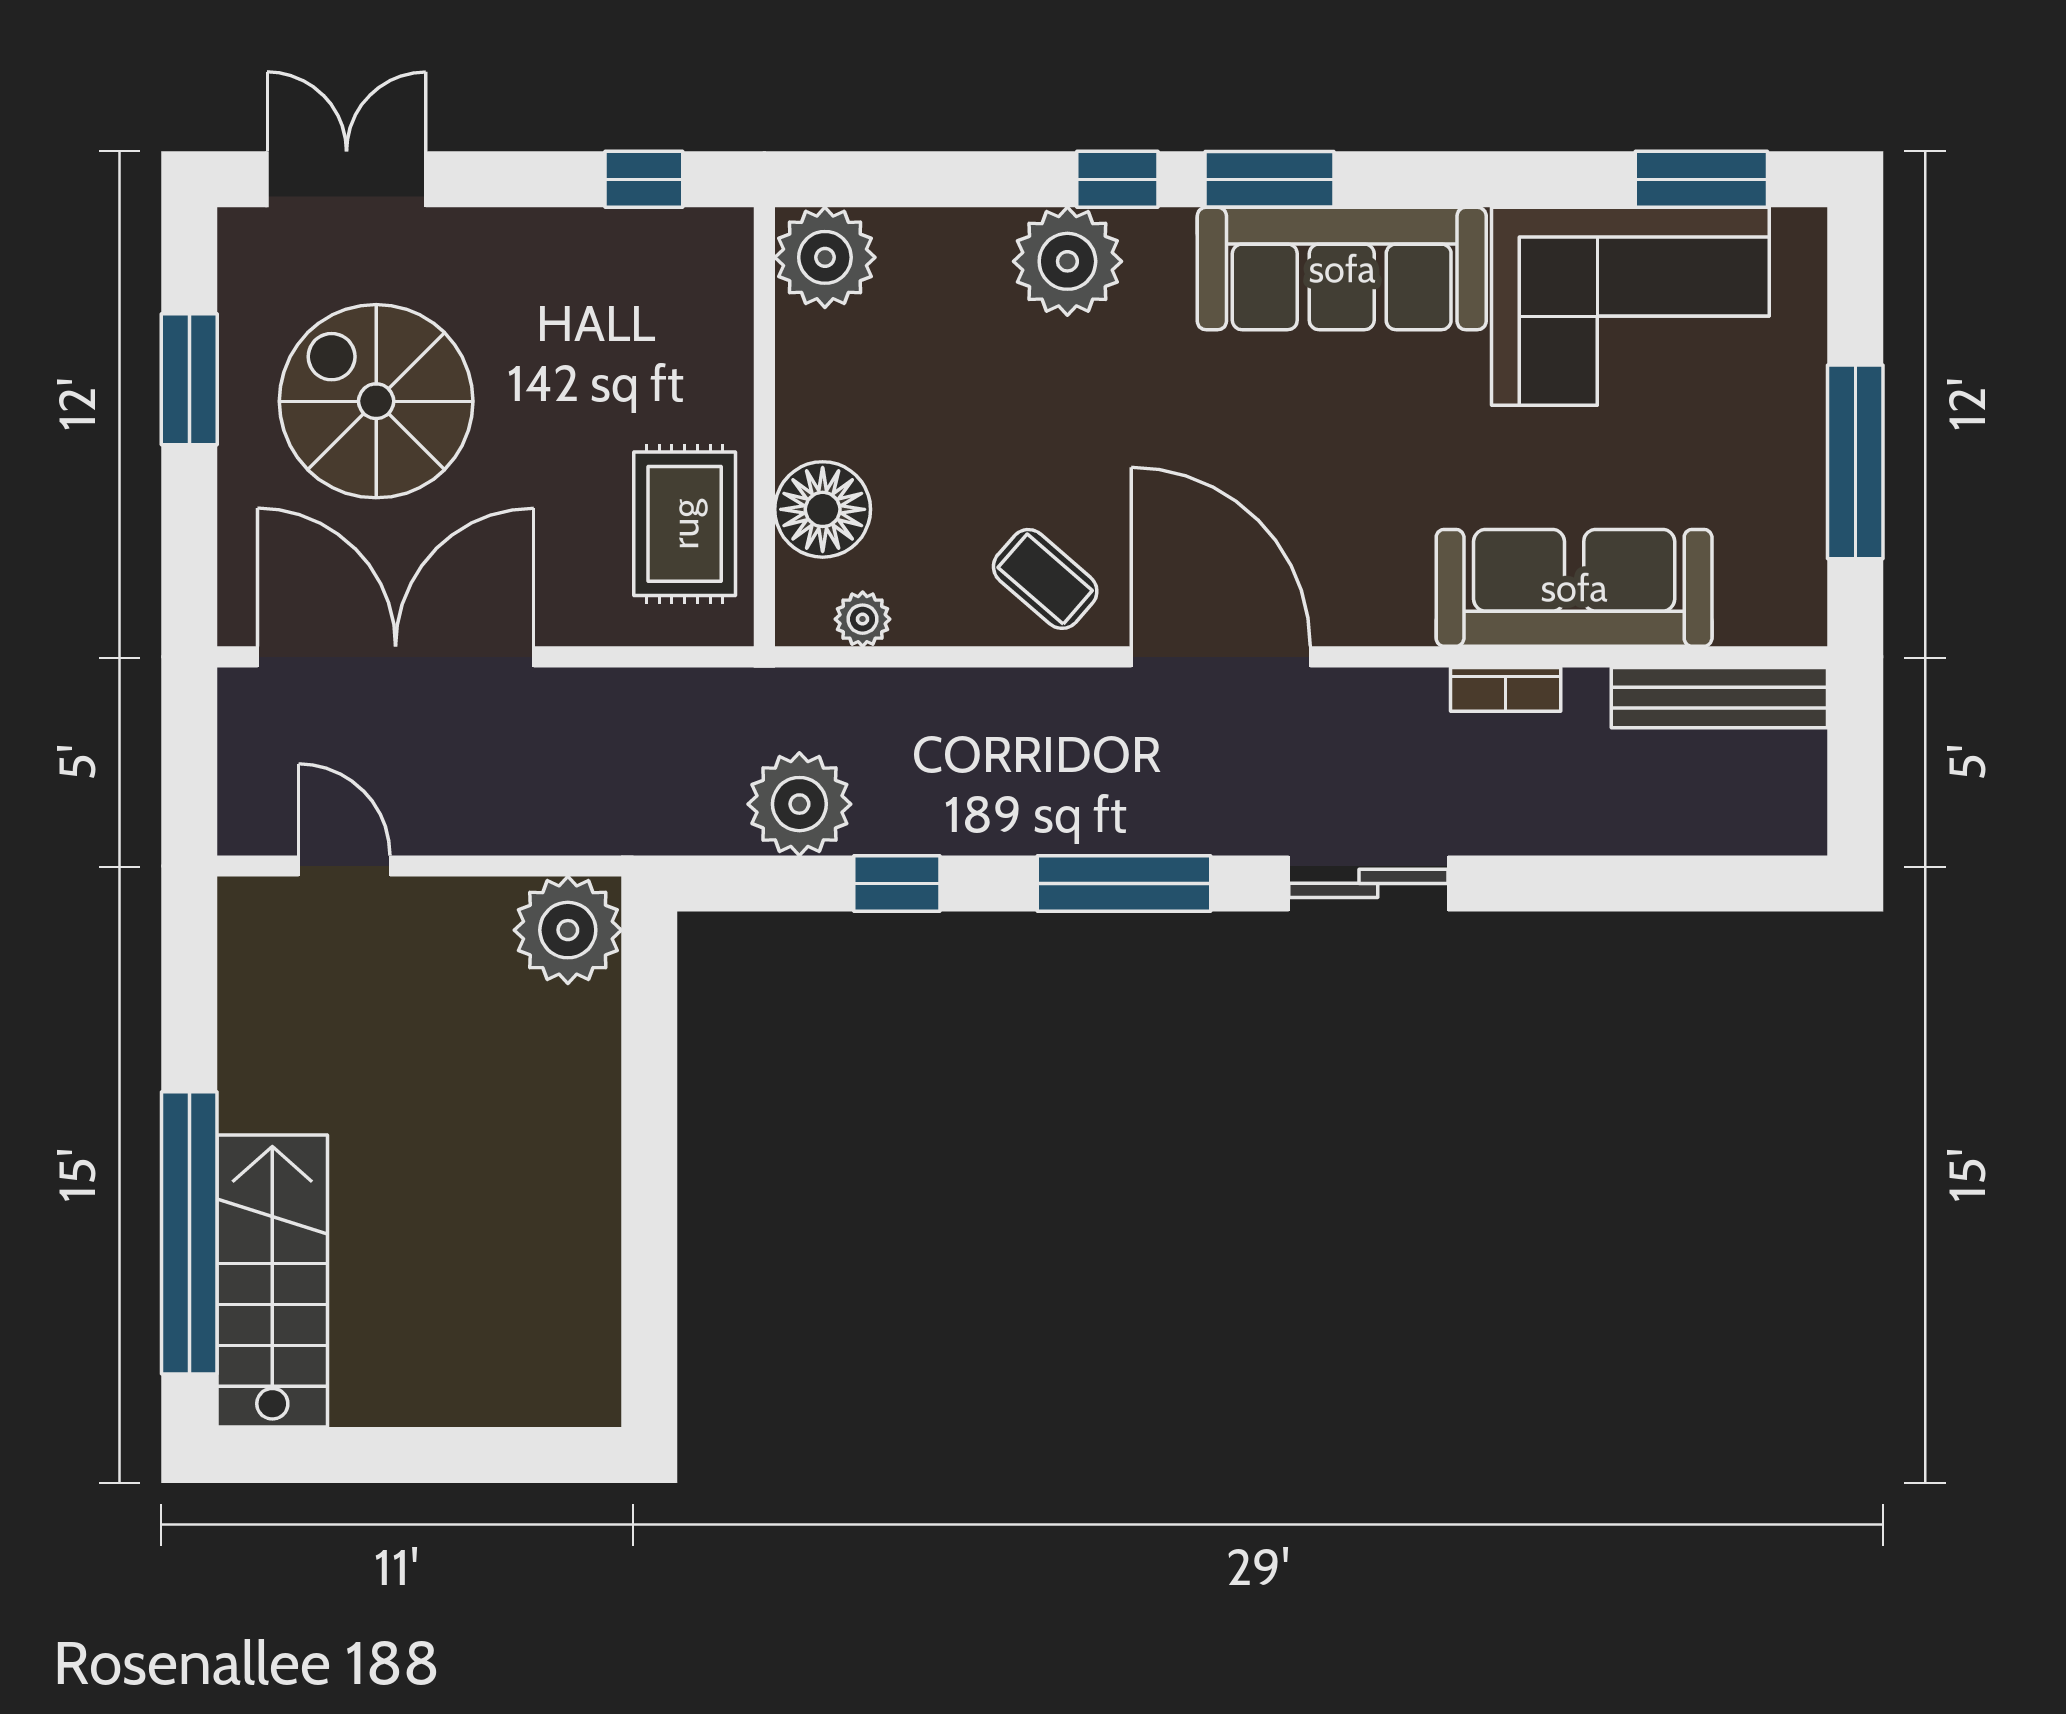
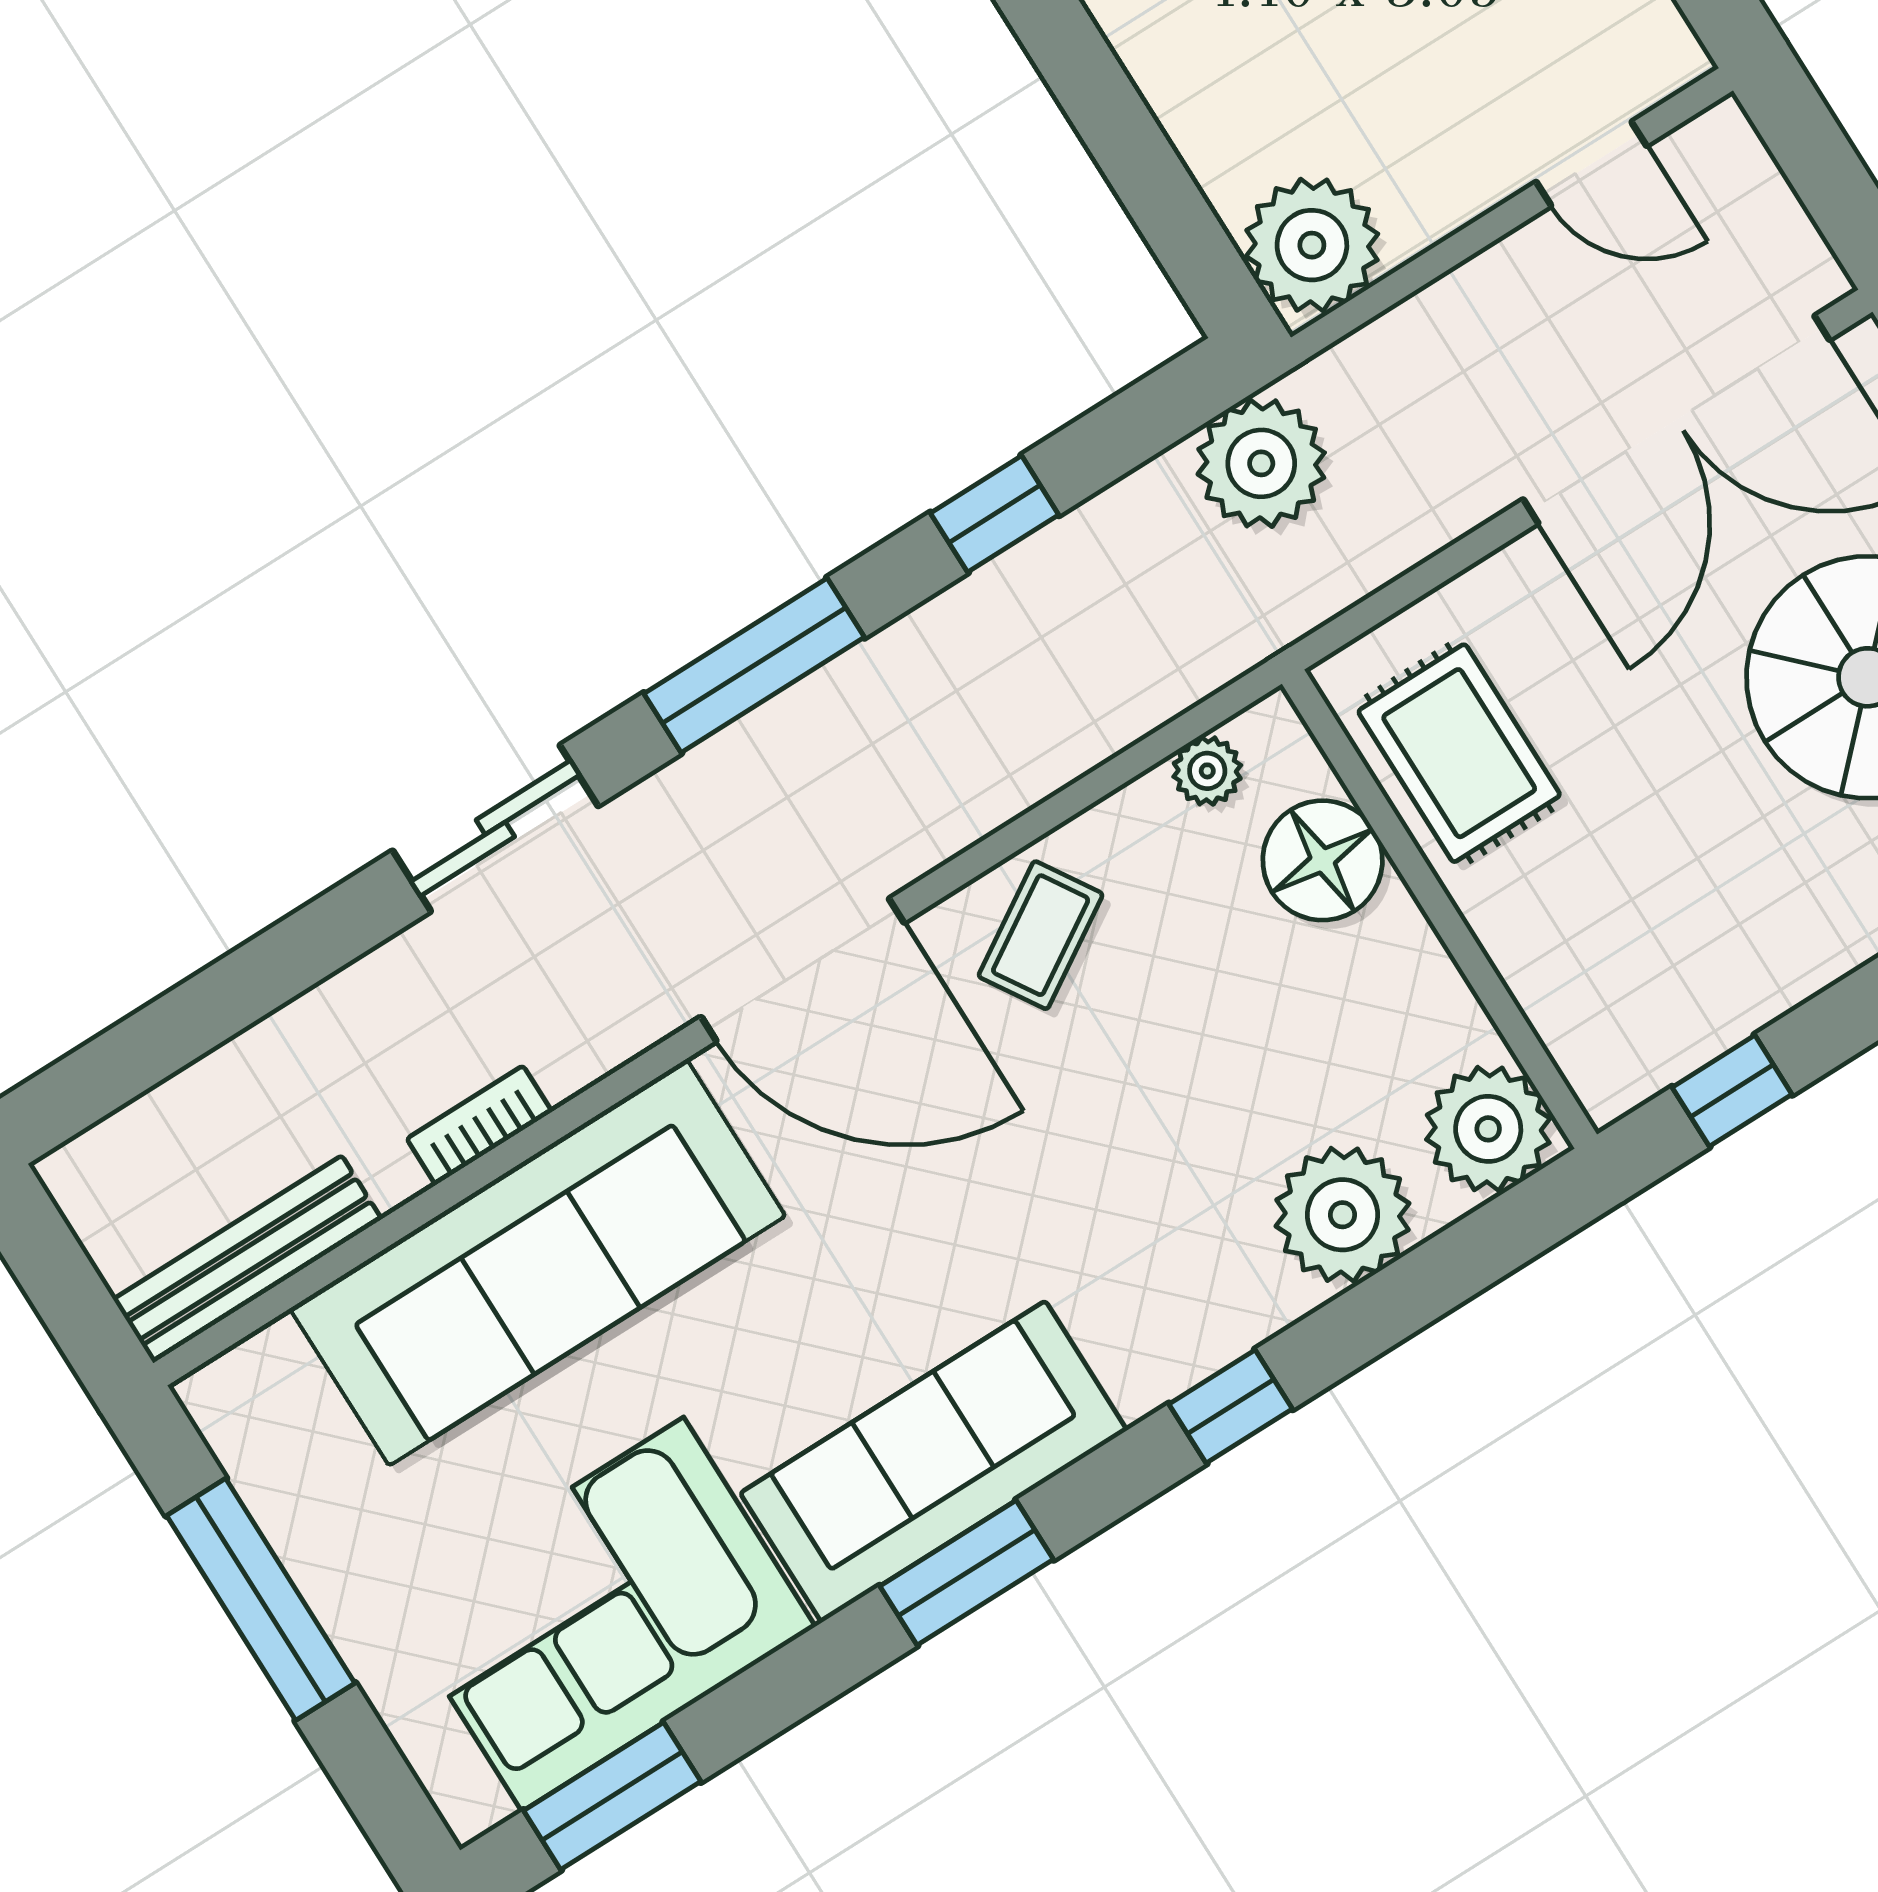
window: (1269, 179) -> (967, 1573), moved
plant: (1067, 261) -> (1342, 1215), moved
coffee table: (1045, 579) -> (1041, 935), turned -73
sofa: (1574, 588) -> (538, 1262), width x1.36, depth x1.27
plant: (799, 804) -> (1261, 463), moved

